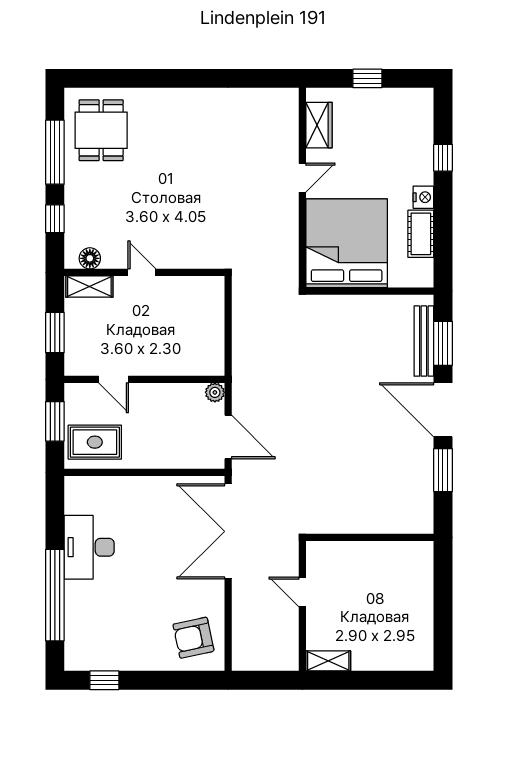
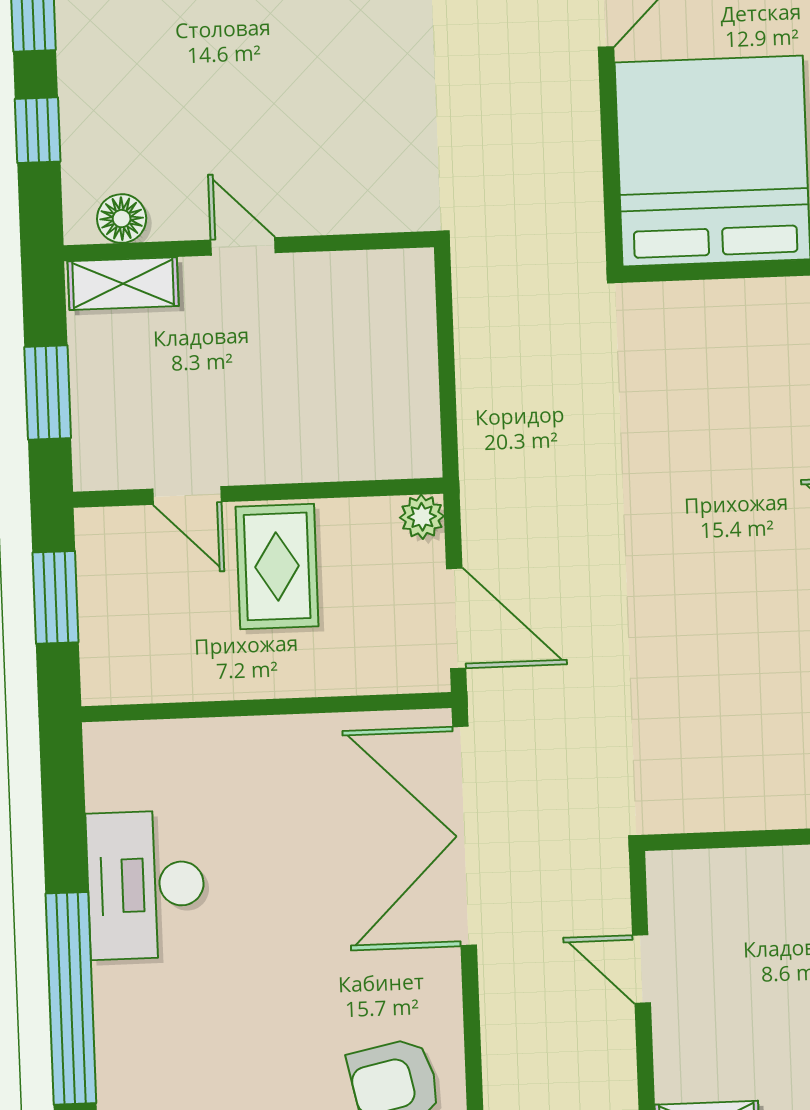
rug: (95, 442) -> (277, 566), moved, turned 90

